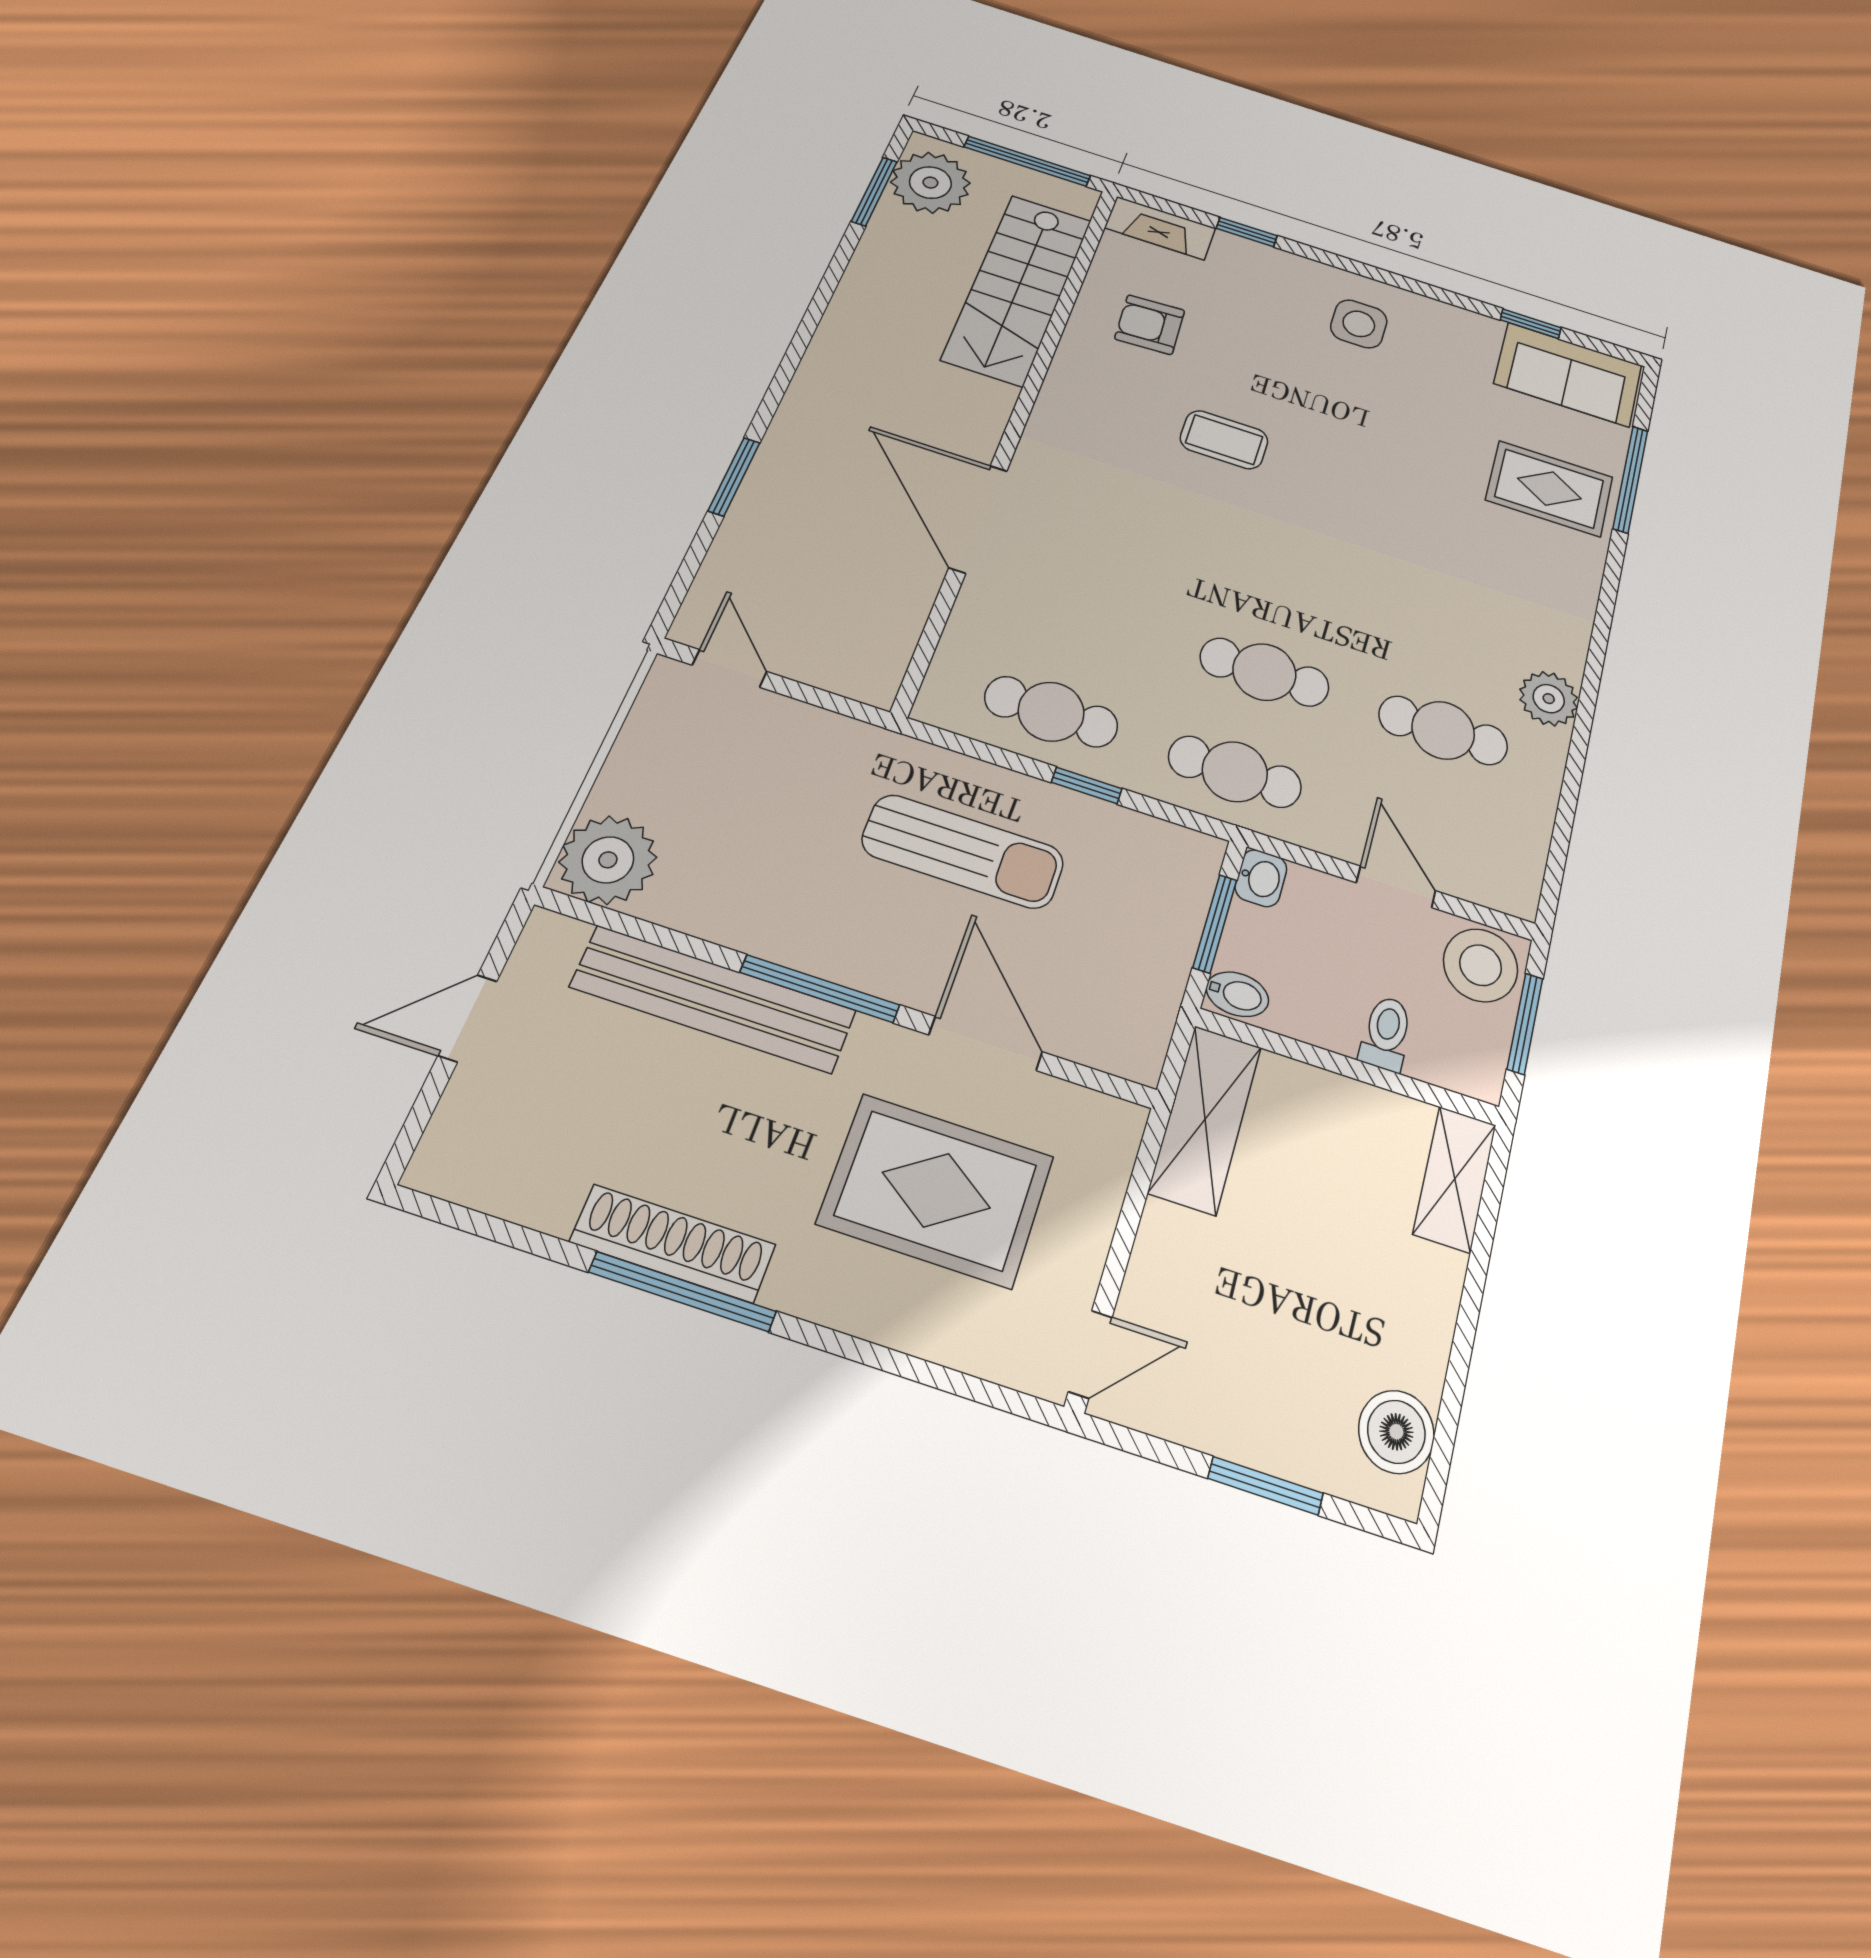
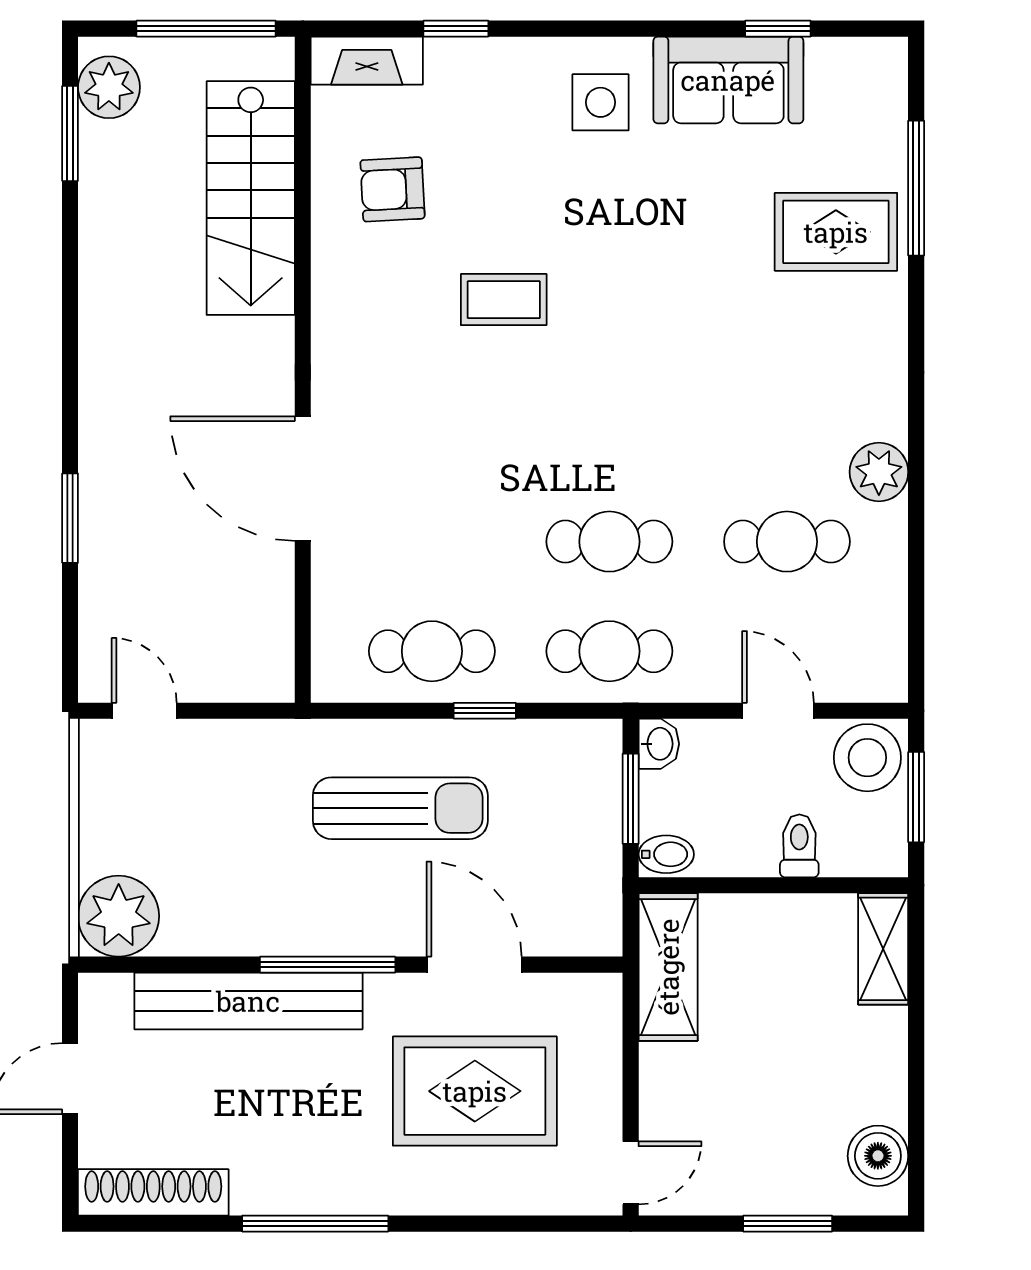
plant: (930, 183) -> (109, 87), width x0.73, depth x0.73
sofa: (1568, 374) -> (728, 80), moved
shoe rack: (673, 1243) -> (153, 1192), moved

